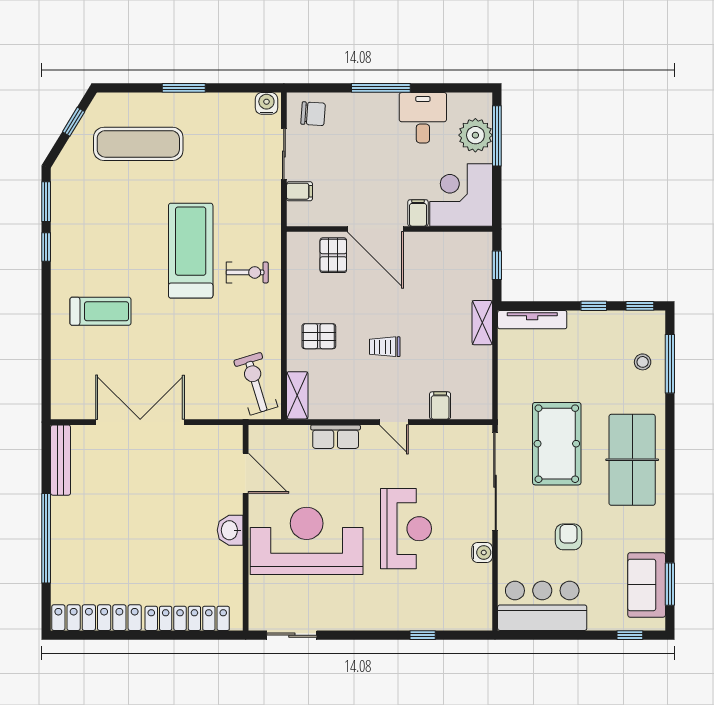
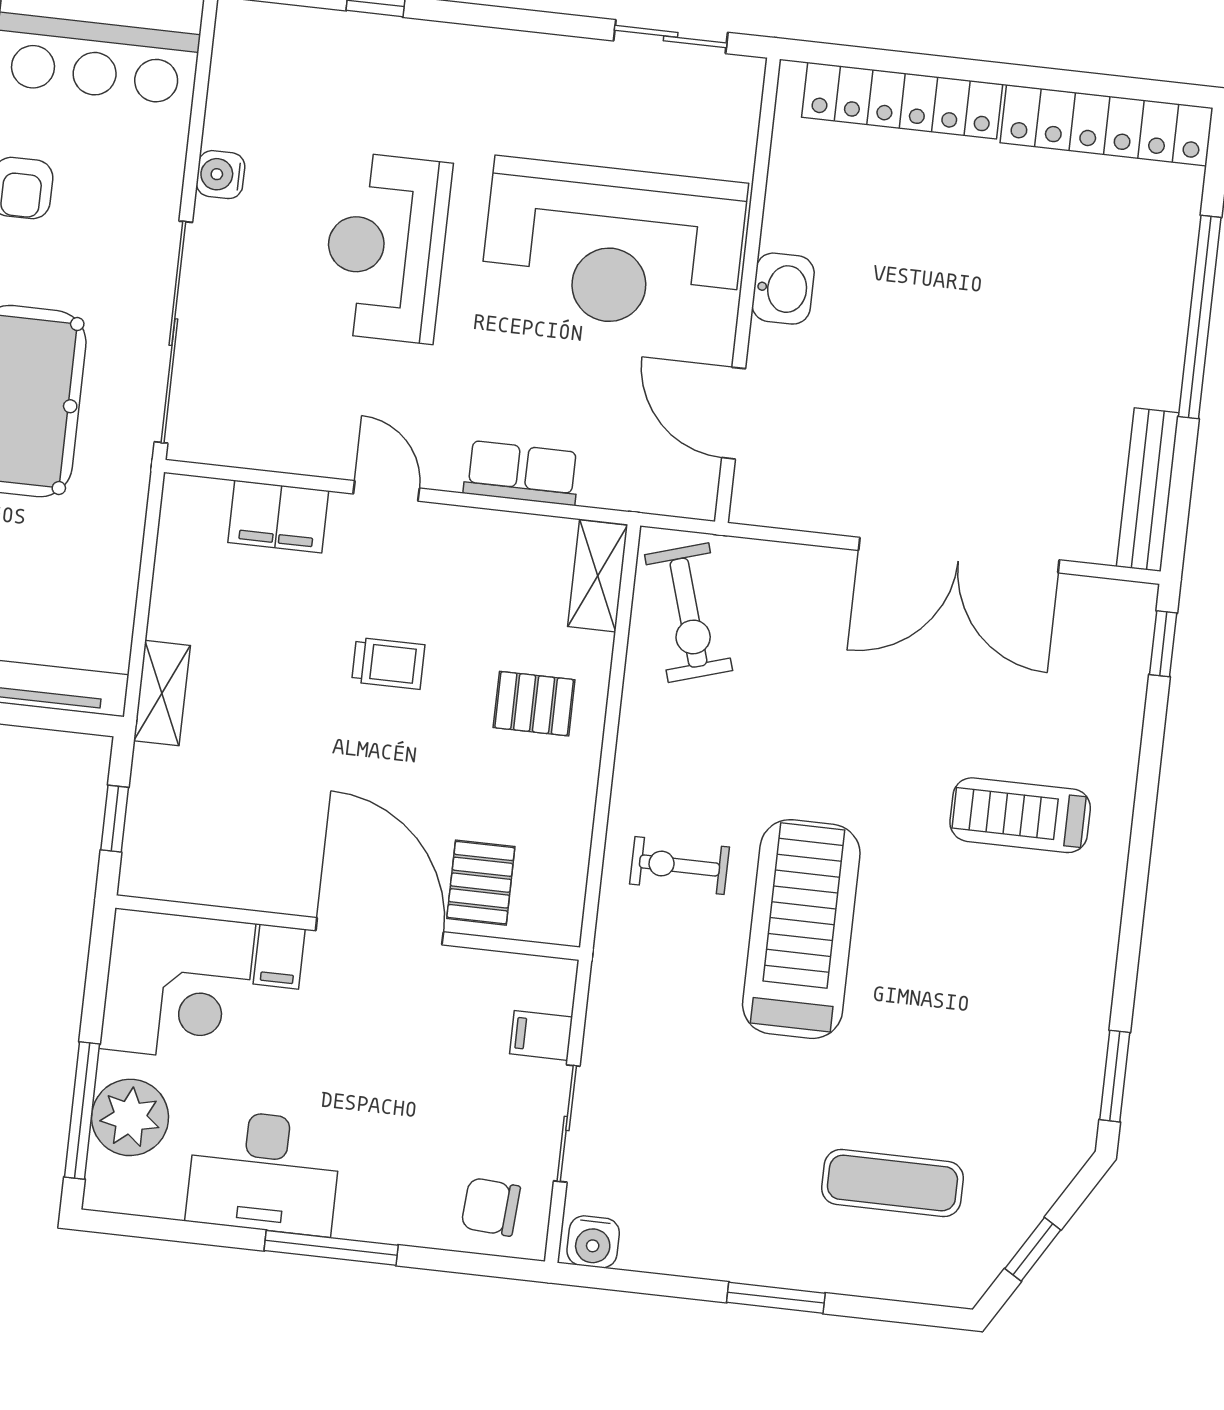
desk: (423, 118) -> (264, 1172), width x1.37
exercise mat: (138, 144) -> (892, 1183), width x0.73, depth x0.69
window: (46, 247) -> (1163, 644), moved
treadmill: (191, 251) -> (801, 929), turned 180
filing cabinet: (440, 406) -> (278, 517), width x2.00

